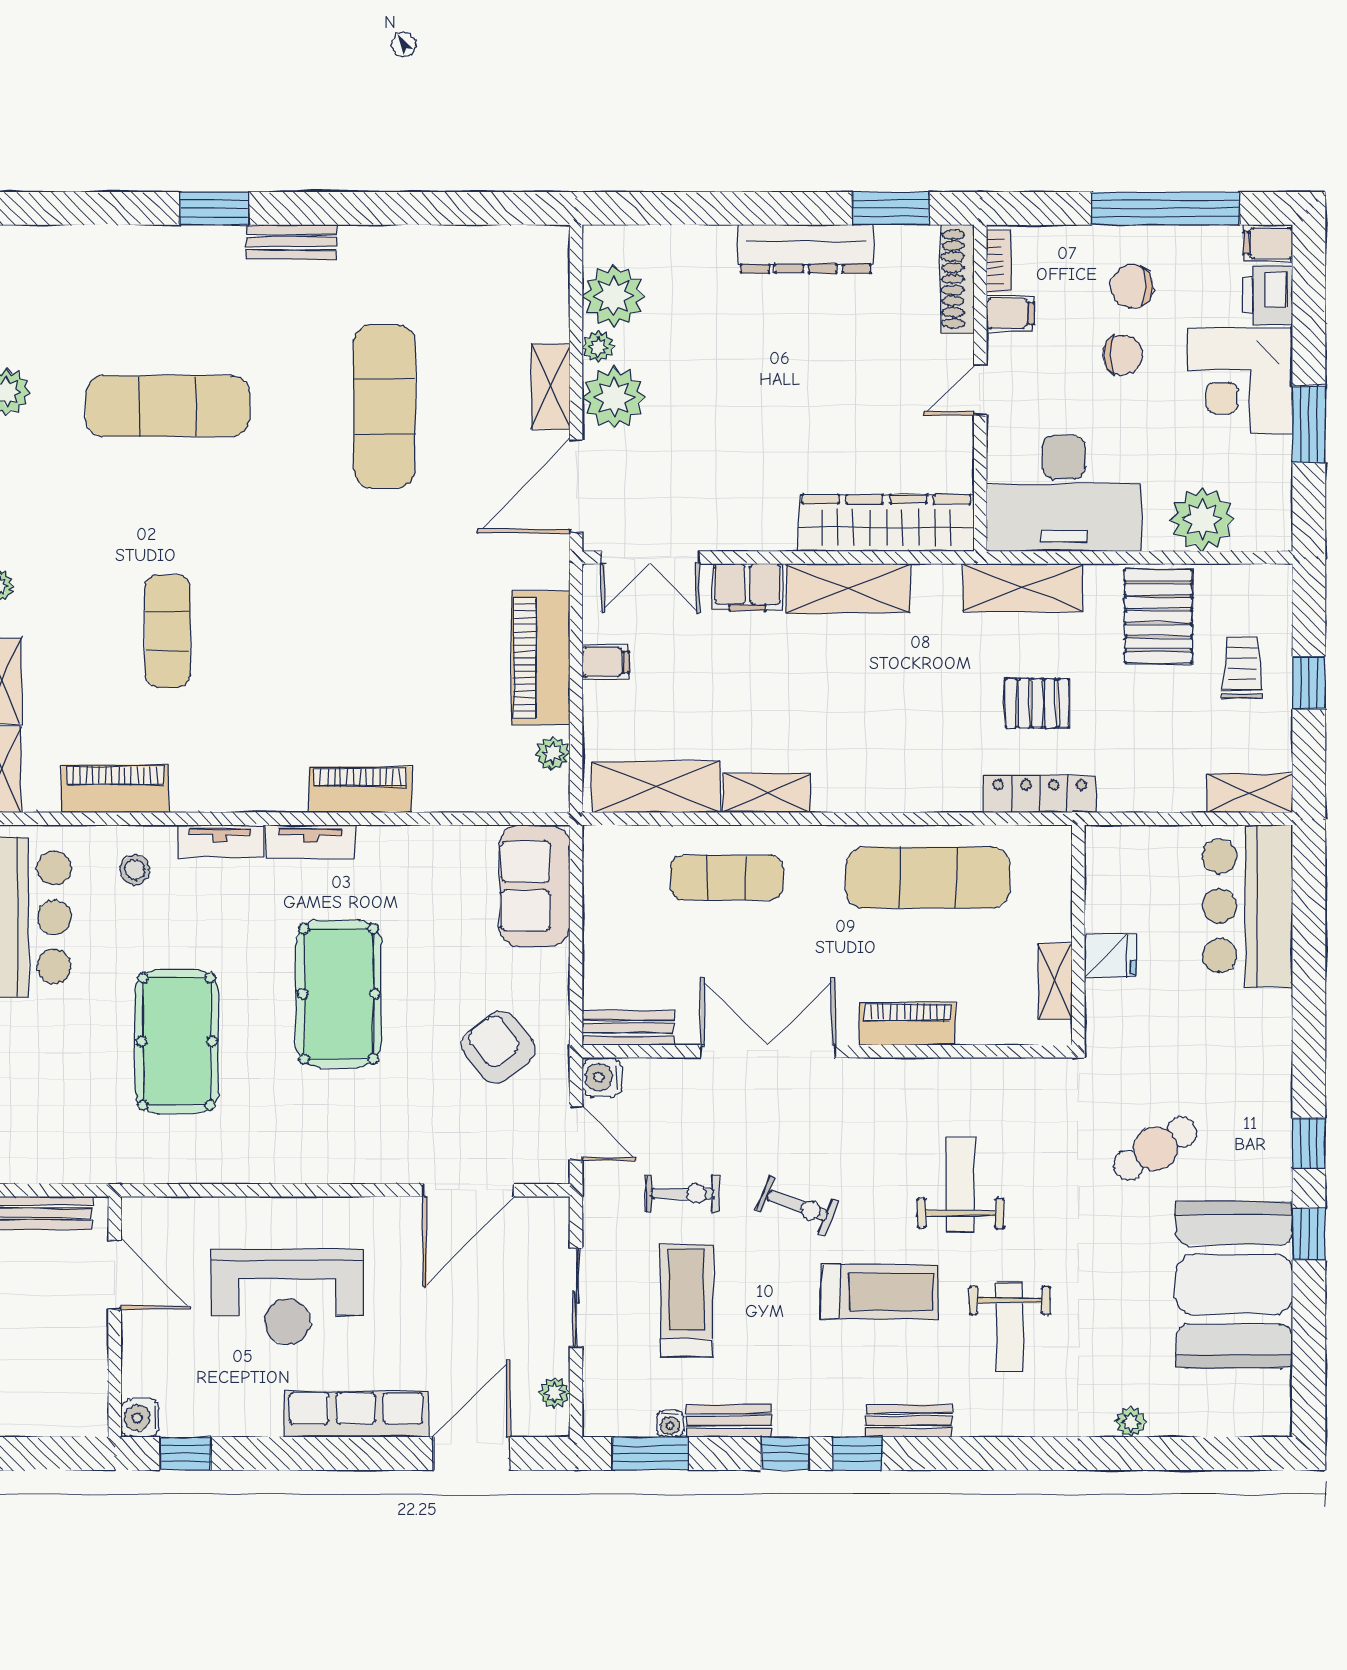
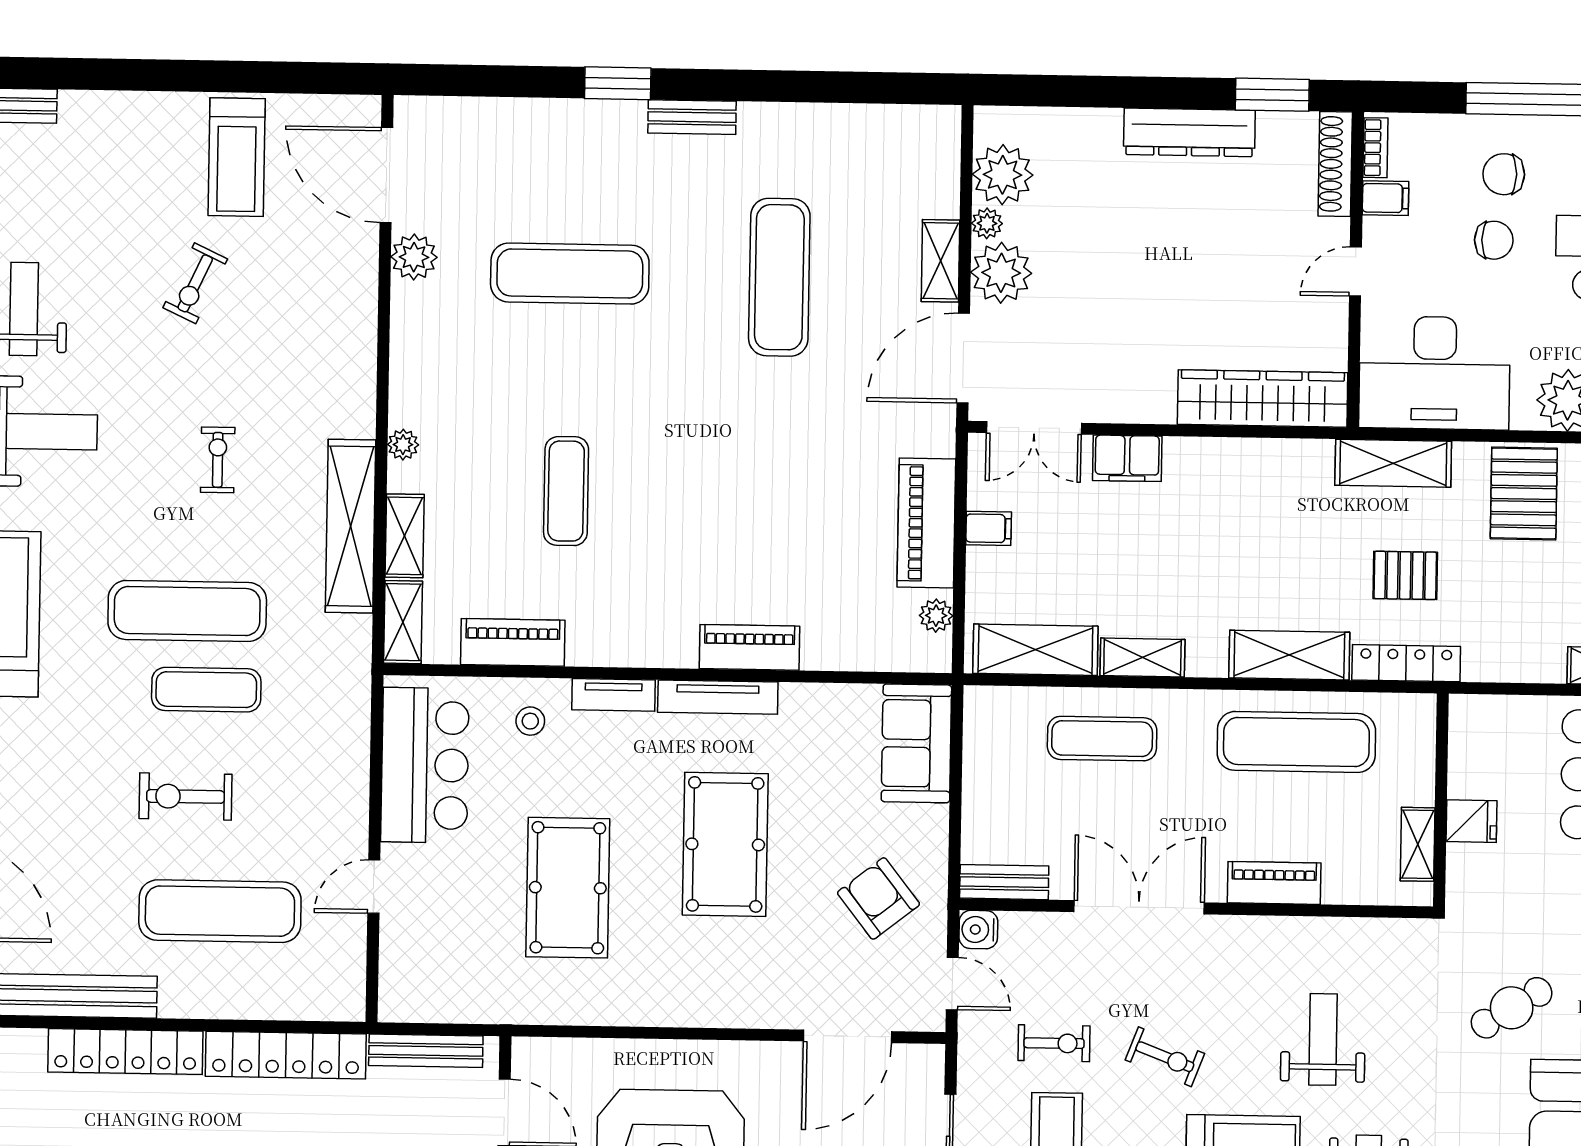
shelving: (848, 588) -> (1289, 655), moved
tv unit: (310, 842) -> (718, 697), width x1.41

